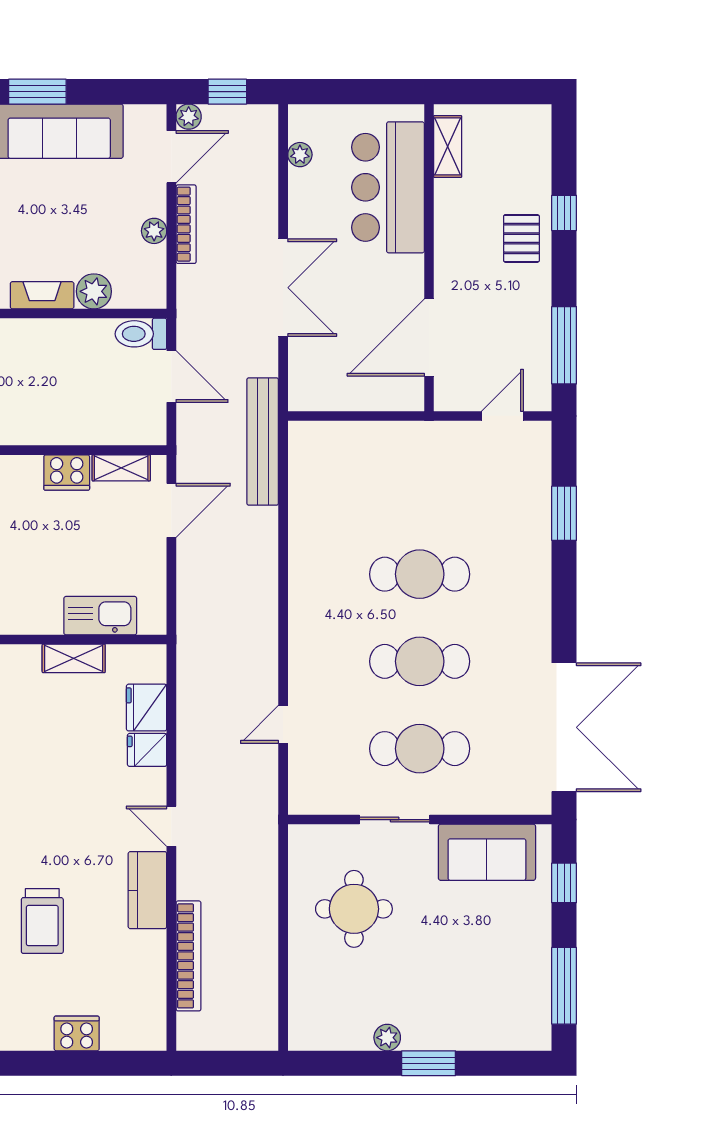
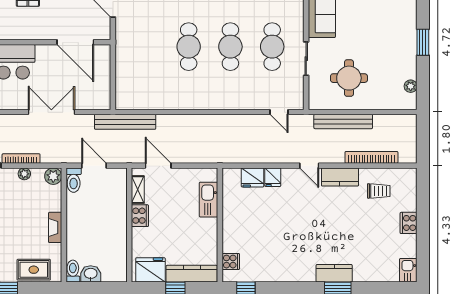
plant: (94, 291) -> (53, 176), moved
door: (171, 376) -> (94, 166), hinge flipped
shelving: (74, 658) -> (229, 212), removed
door: (283, 724) -> (279, 112), moved
door: (171, 826) -> (309, 166), hinge flipped
bench: (263, 897) -> (343, 122), added
trolley: (42, 921) -> (379, 191), moved, width x0.73, depth x0.72
cooker: (77, 1033) -> (409, 223), moved
plant: (387, 1038) -> (411, 86), moved

